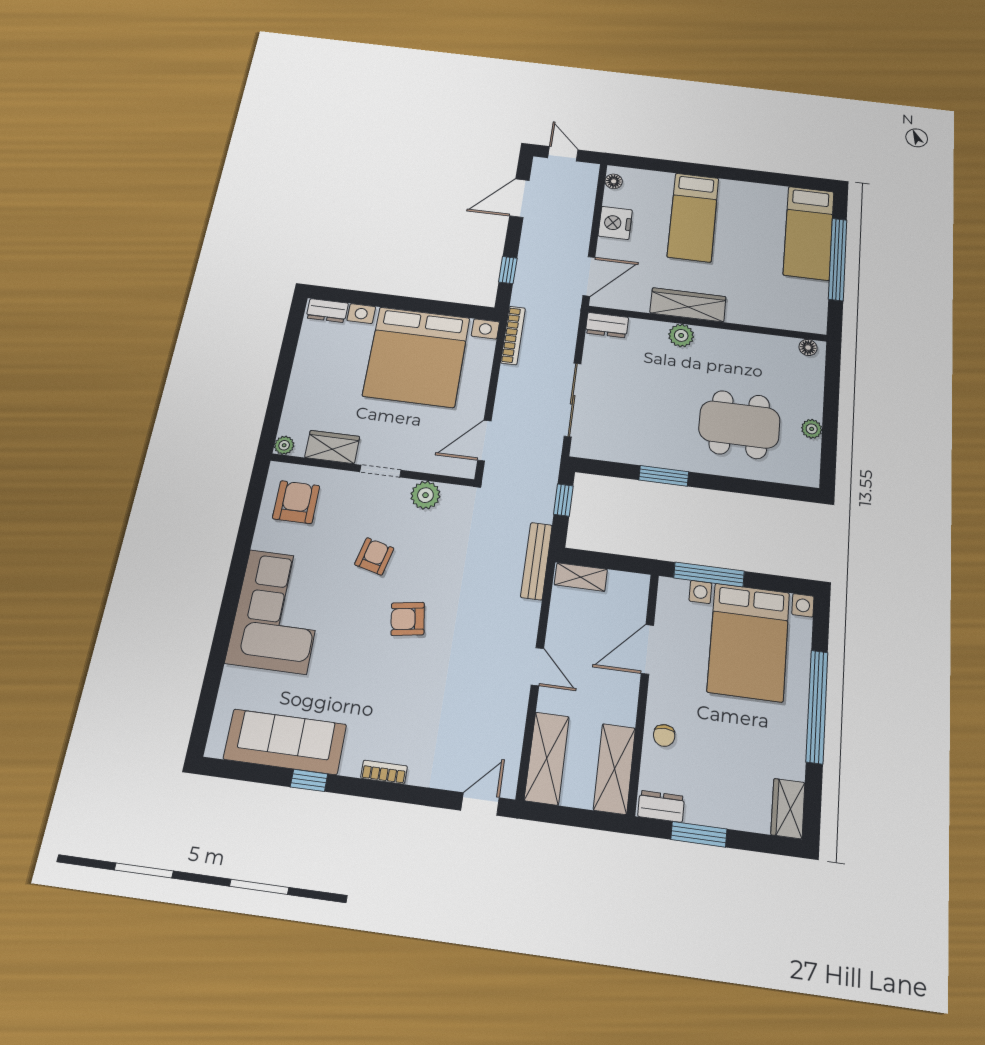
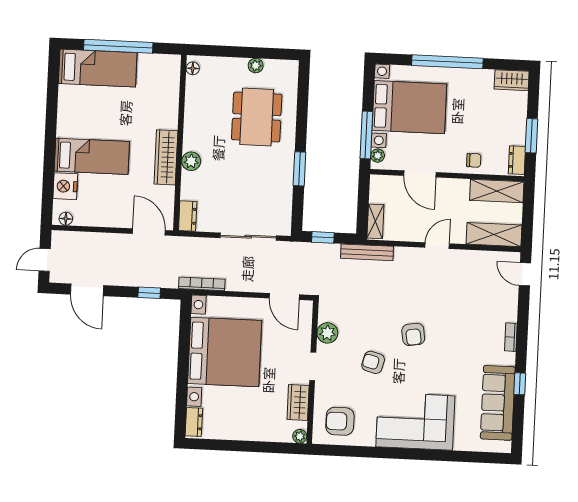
nightstand: (615, 223) -> (65, 186), moved, turned 90
plant: (678, 588) -> (378, 156), added

